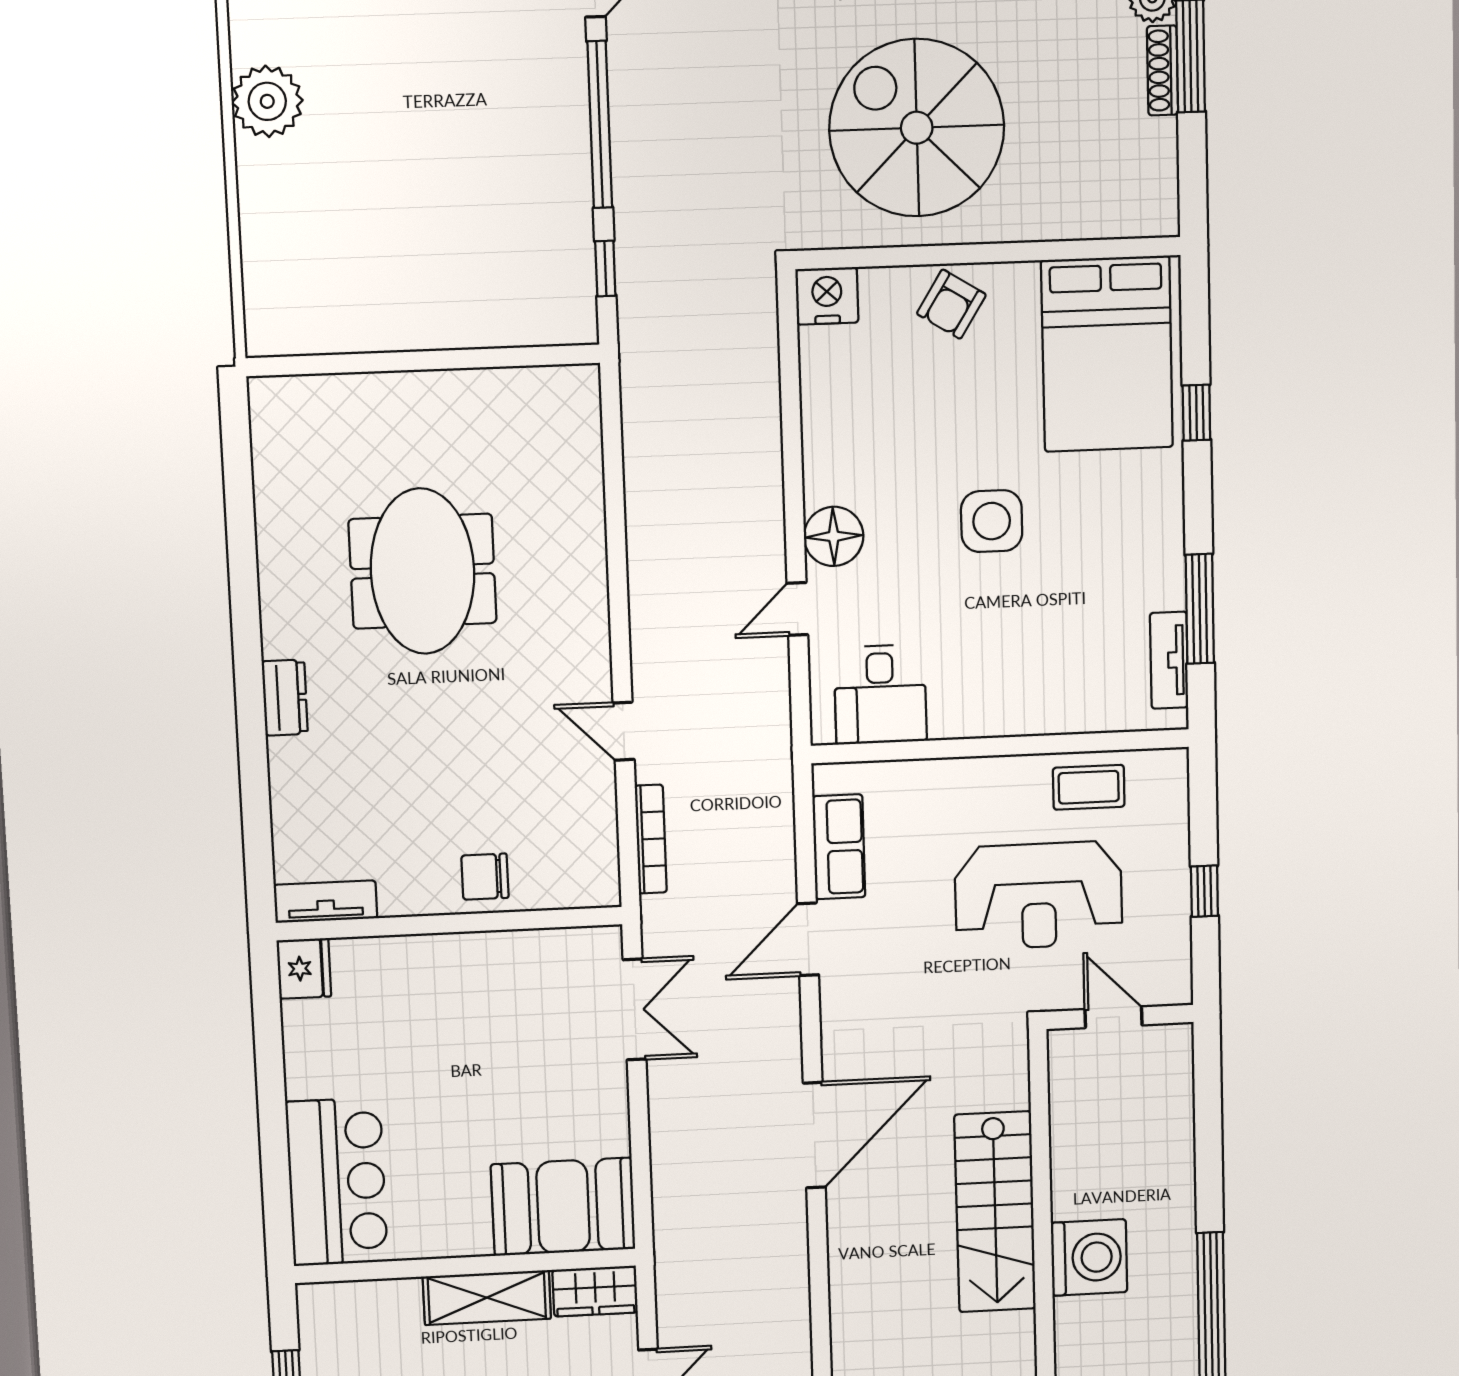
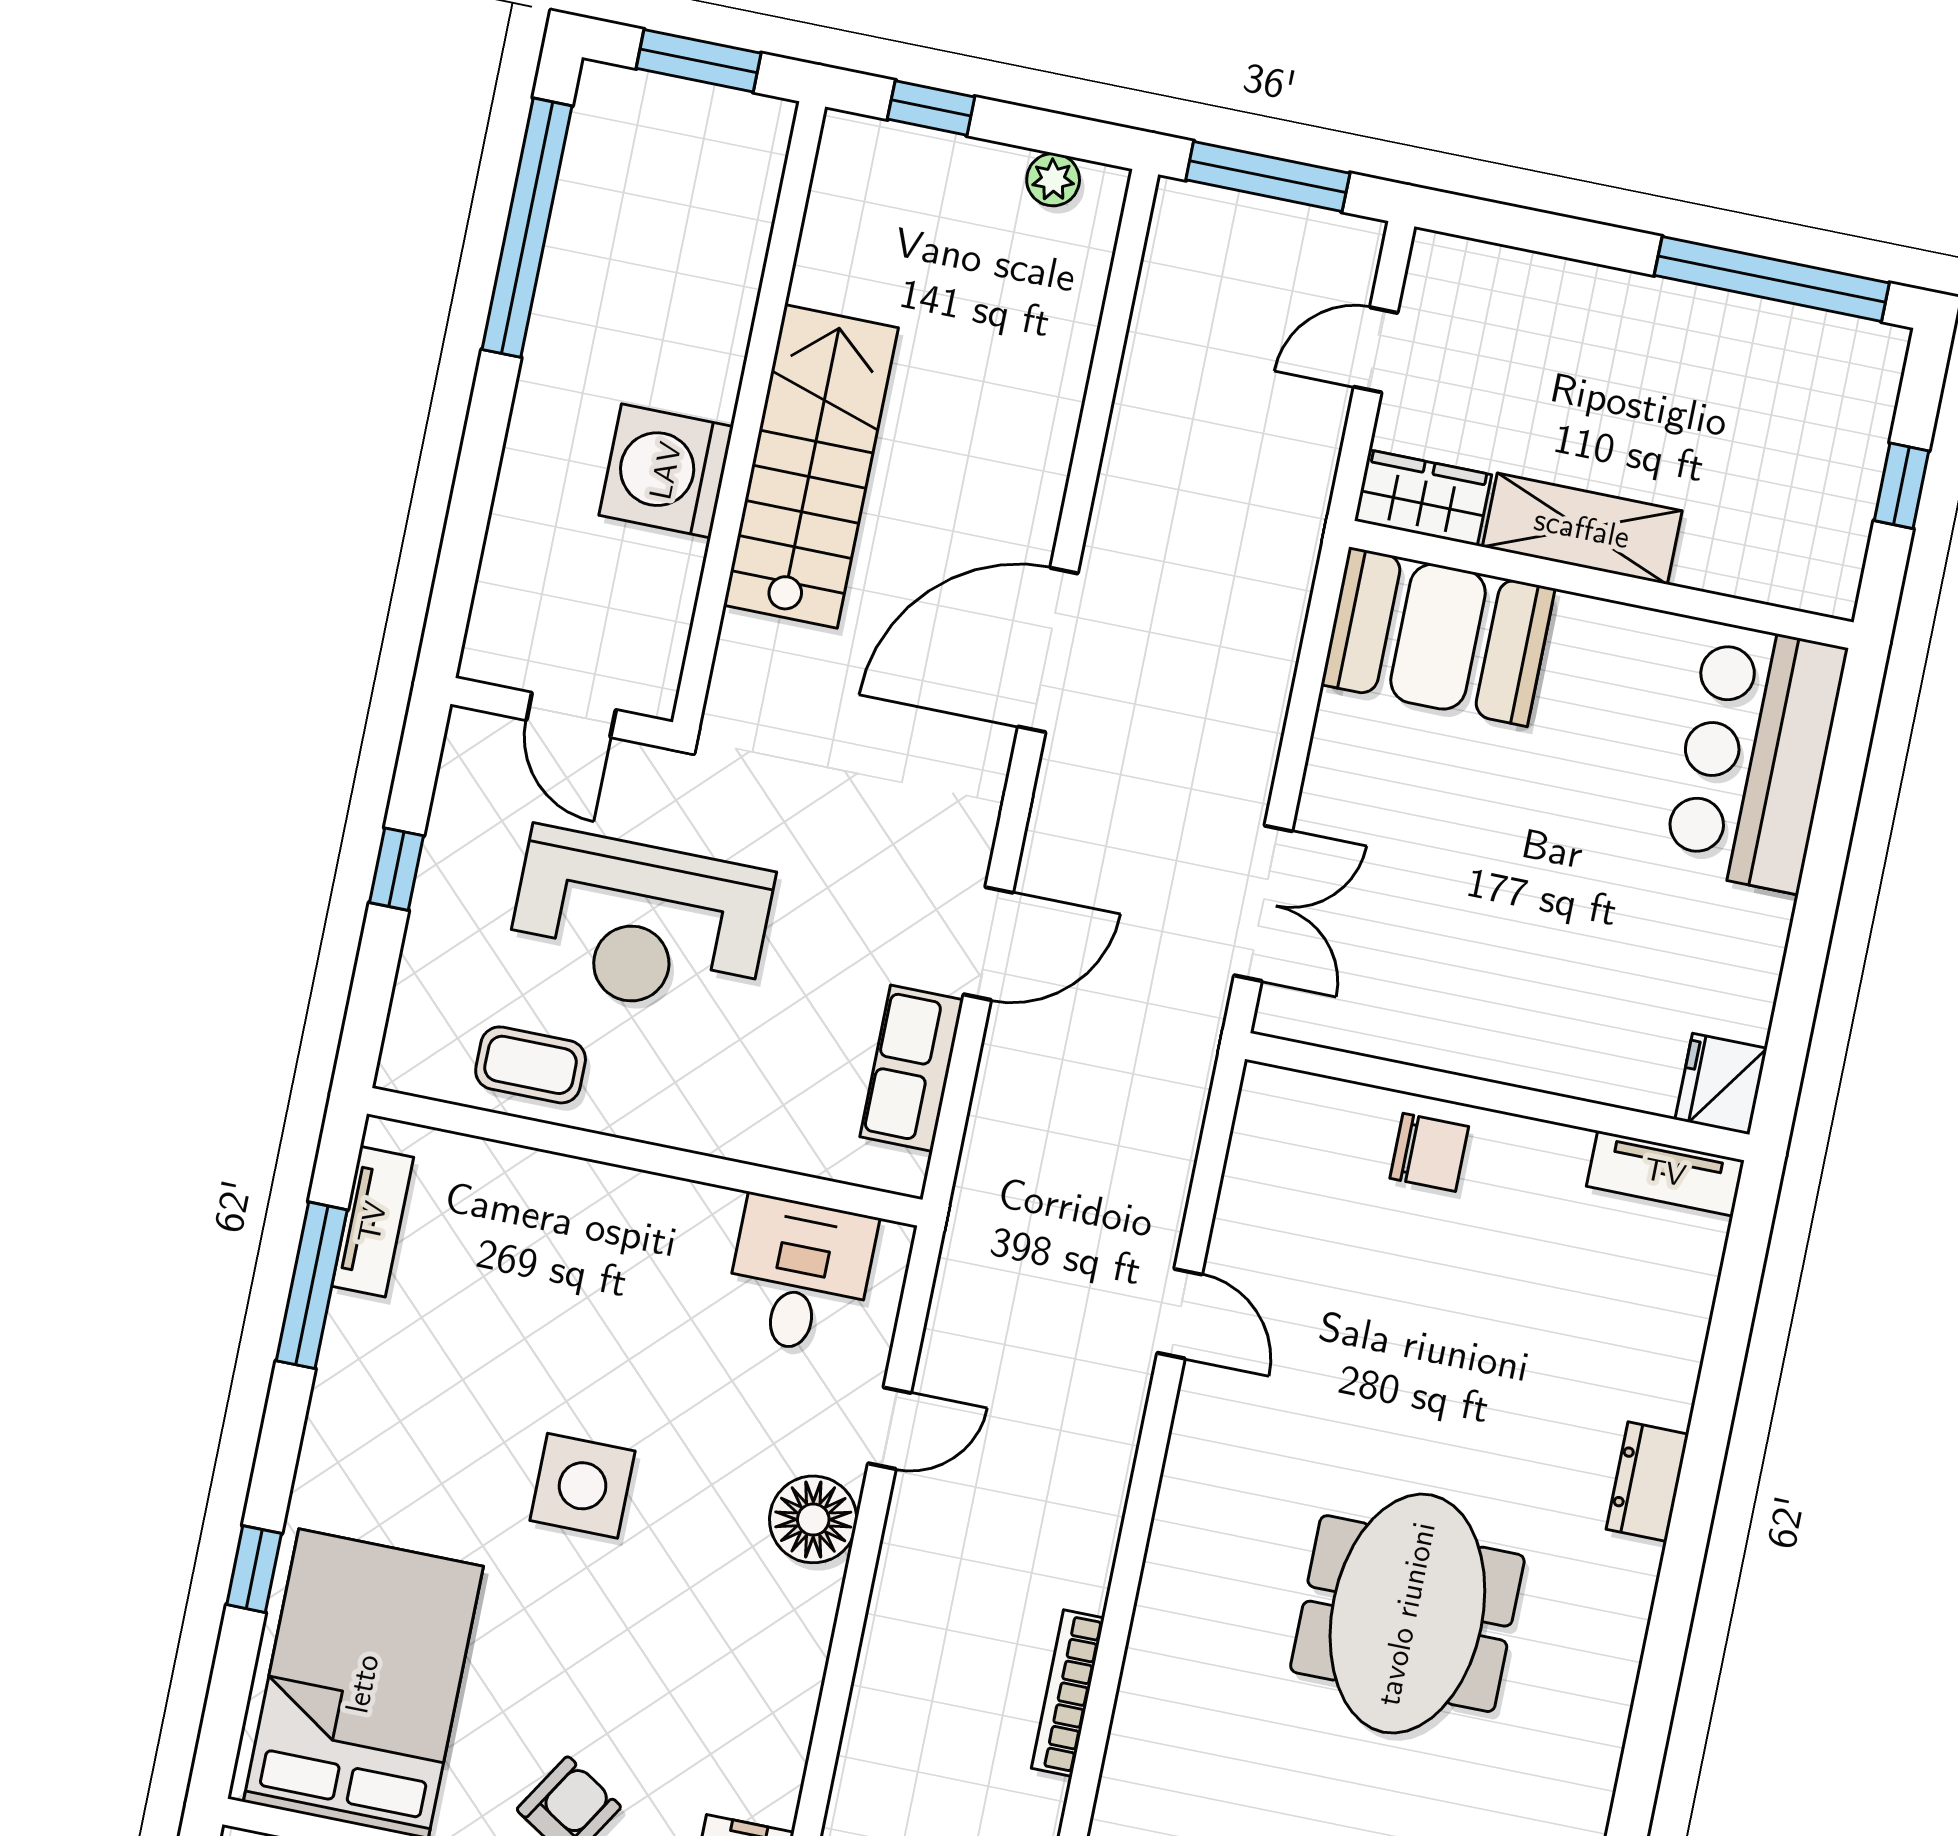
bookcase: (651, 839) -> (1068, 1693), moved
reception desk: (1039, 895) -> (639, 924), turned 180
double door: (635, 1010) -> (1263, 903), swing flipped
washing machine: (1089, 1257) -> (666, 471), moved

